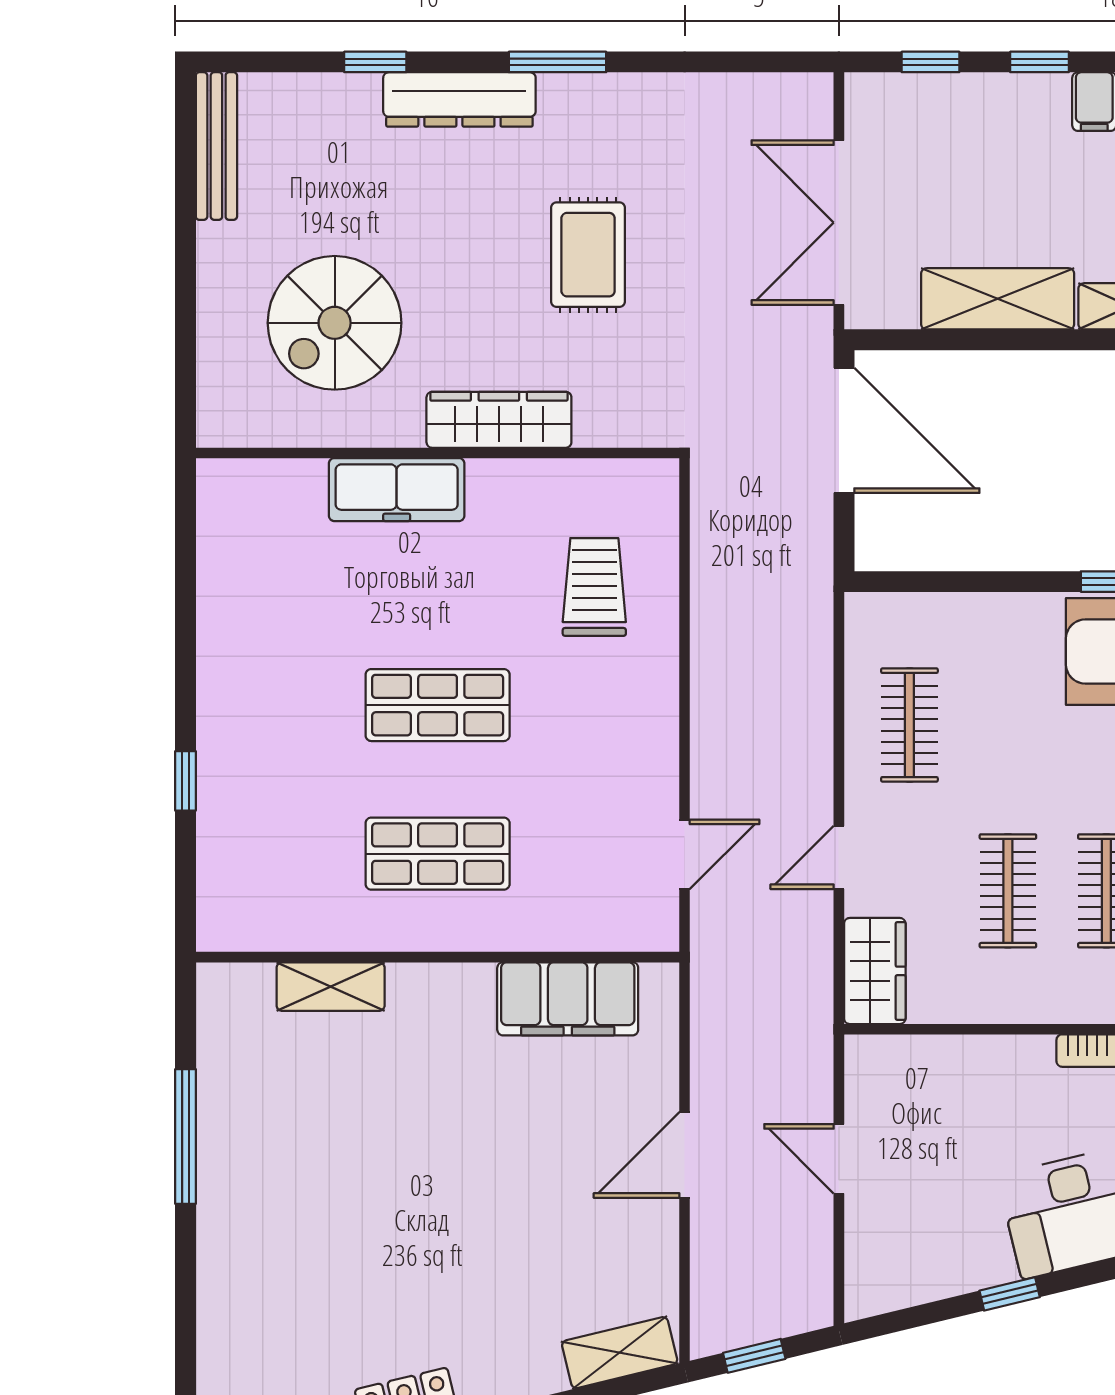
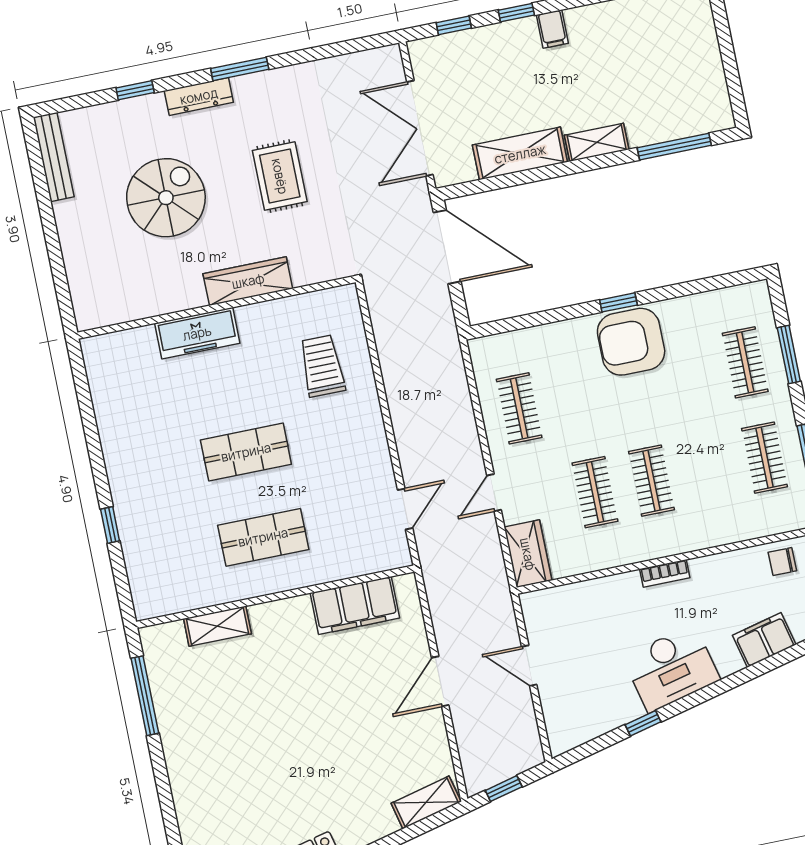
dresser: (459, 99) -> (199, 96), width x0.73, depth x0.80
spiral stairs: (335, 323) -> (166, 198), moved, turned 180
window: (185, 1136) -> (145, 696), moved

